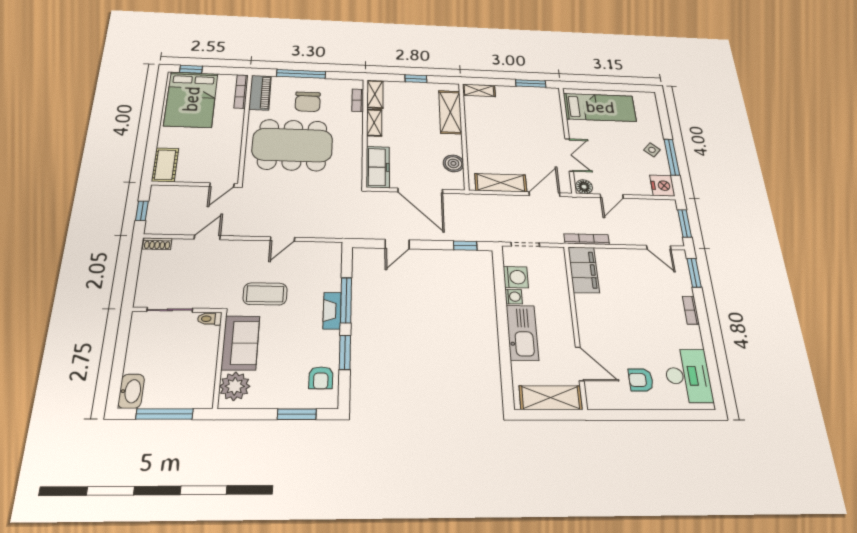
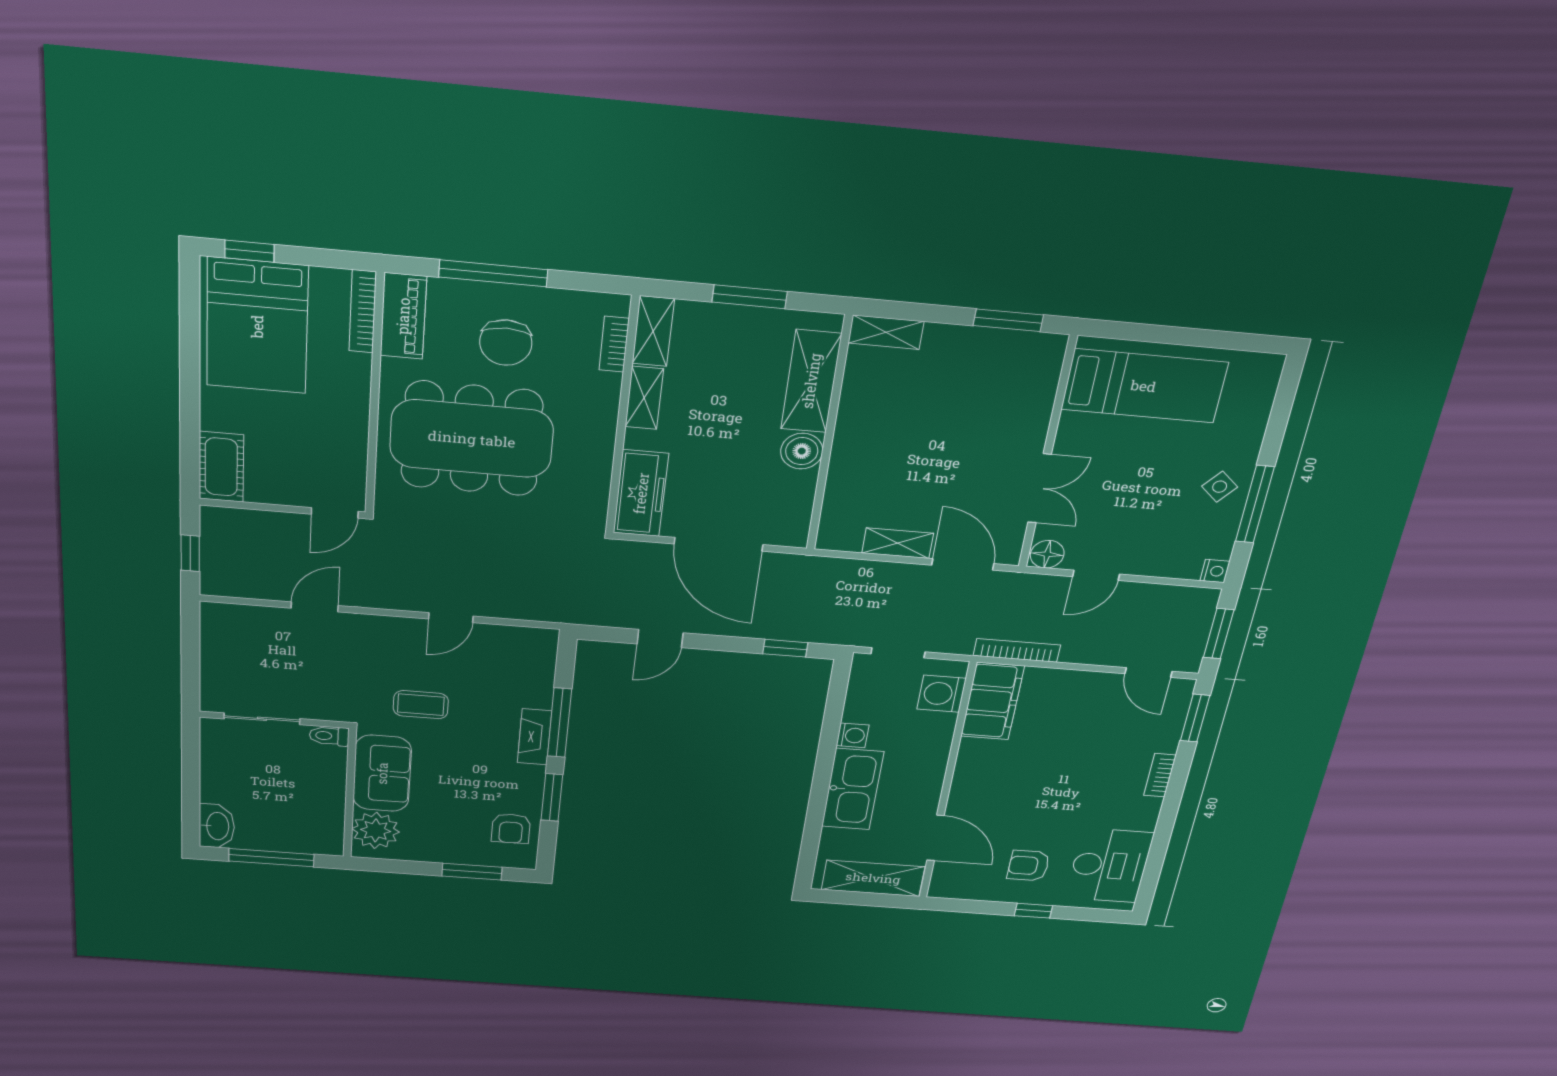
window: (416, 79) -> (750, 297), width x1.50
boiler: (453, 163) -> (802, 451), moved
shelving: (501, 183) -> (898, 543), width x0.67, depth x0.75
nightstand: (662, 186) -> (1215, 571), width x0.53, depth x0.56
door: (545, 194) -> (963, 564), hinge flipped
shoe rack: (157, 244) -> (227, 613), removed
washing machine: (516, 277) -> (942, 694), moved, turned 180
coffee table: (265, 294) -> (421, 705), width x0.73, depth x0.77
window: (656, 415) -> (1033, 911), added

